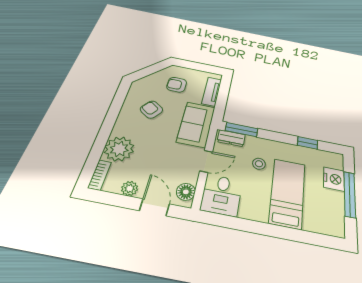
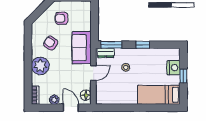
tv unit: (212, 91) -> (86, 18), removed
window: (308, 143) -> (143, 45), moved
plant: (119, 149) -> (40, 66), moved
bed: (287, 193) -> (159, 95), moved, turned -90
window: (350, 194) -> (183, 76), width x0.46
desk: (221, 195) -> (106, 93), removed

